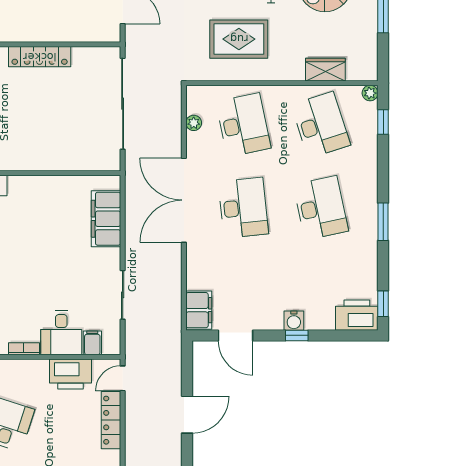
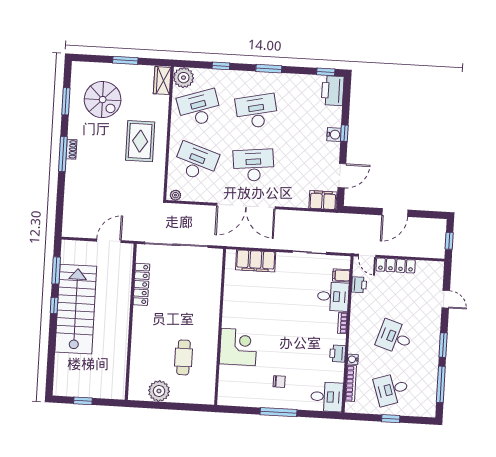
rug: (239, 39) -> (140, 141), moved
locker: (40, 57) -> (141, 284), moved
wardrobe: (325, 70) -> (162, 81), moved
plant: (370, 93) -> (184, 78), width x1.88, depth x1.88
window: (383, 122) -> (221, 66), moved
plant: (194, 123) -> (175, 195), moved
desk: (243, 125) -> (196, 162), turned 30
printer: (71, 374) -> (359, 285), width x0.53, depth x0.68
door: (187, 415) -> (395, 213), swing flipped

